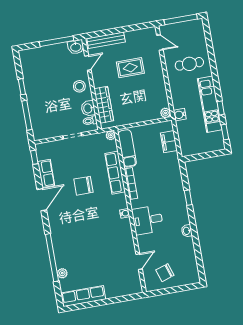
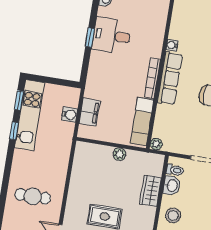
kitchen unit: (210, 104) -> (29, 115), moved
wardrobe: (104, 105) -> (151, 191), width x0.67
plant: (166, 113) -> (119, 154), moved
water cooler: (180, 115) -> (70, 115), moved
row of seats: (115, 173) -> (170, 78), moved
desk: (148, 220) -> (112, 36), moved, turned 180

